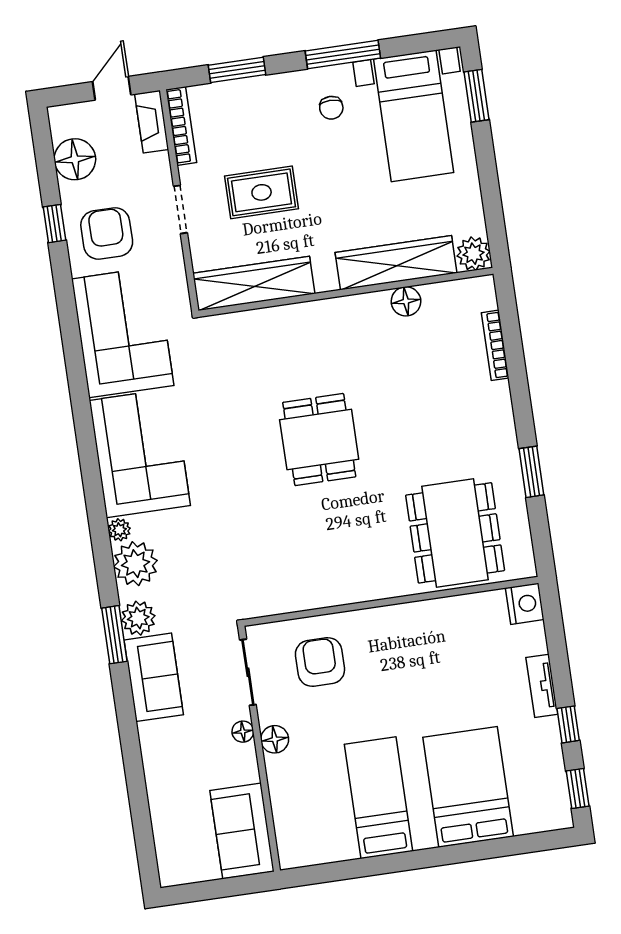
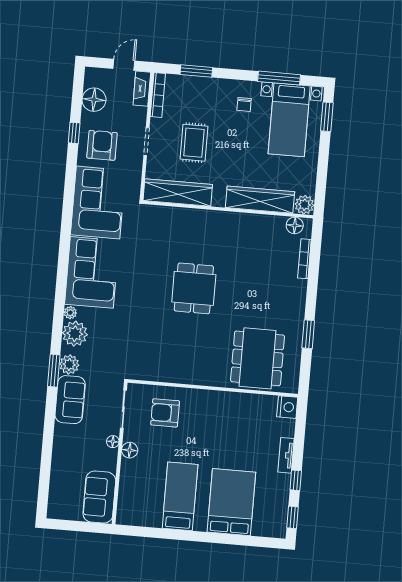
window: (343, 55) -> (279, 78), moved
rug: (262, 192) -> (194, 143), turned 90
floor lamp: (406, 301) -> (295, 225), moved
armchair: (320, 662) -> (165, 413), turned -90

